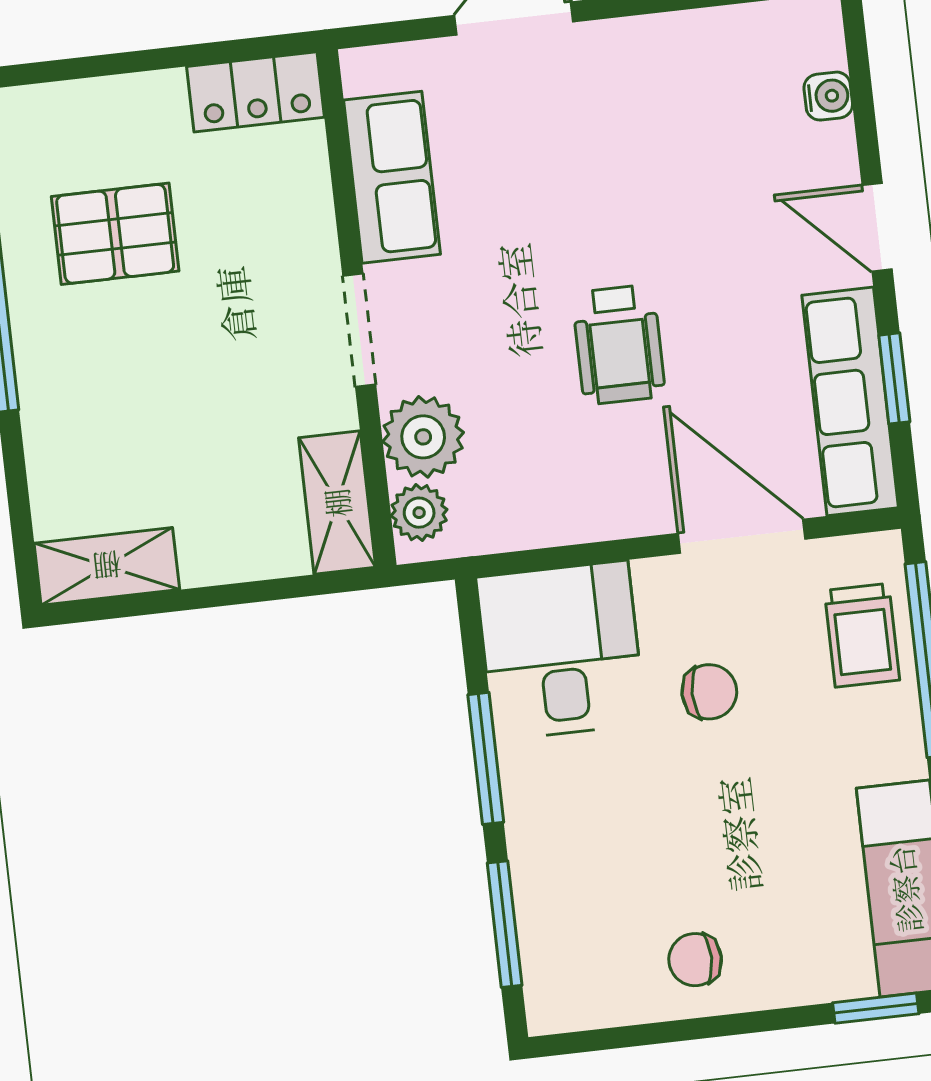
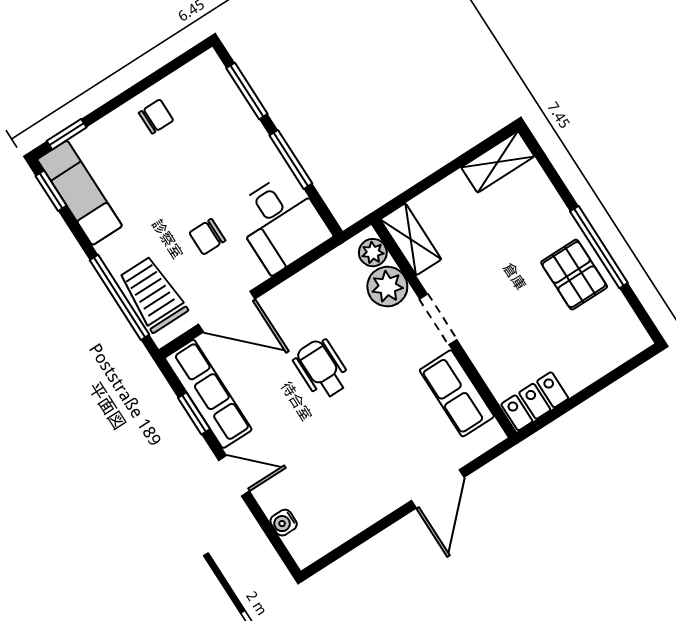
pallet: (115, 234) -> (574, 275), moved, turned 90
trolley: (862, 635) -> (153, 294), width x1.36, depth x1.39

